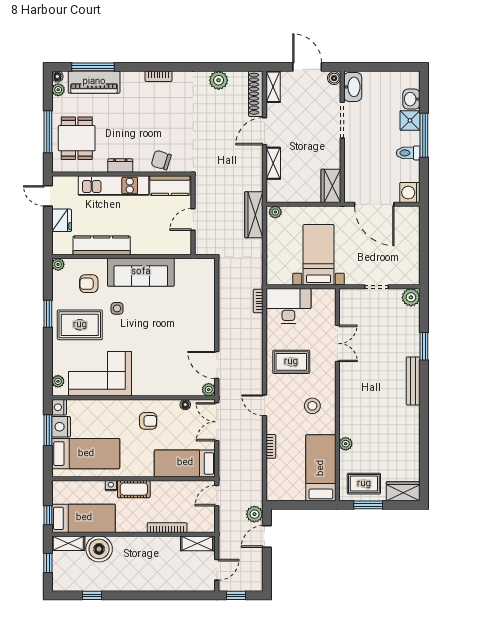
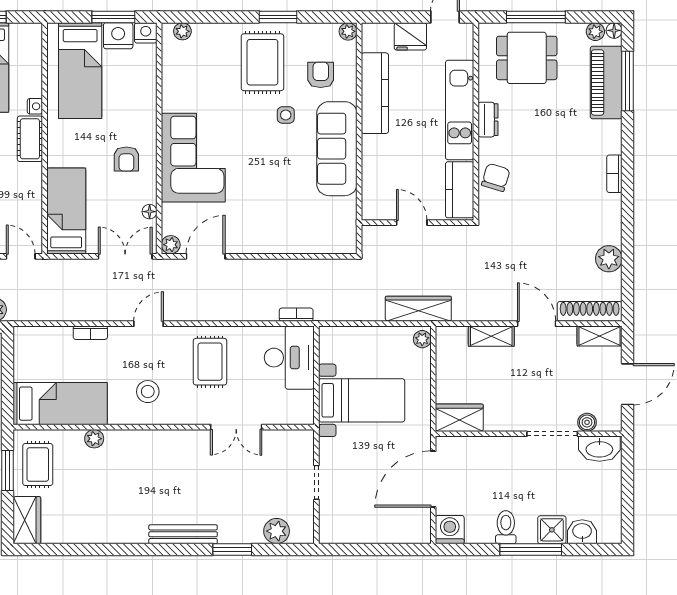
boiler: (334, 78) -> (587, 422), moved
plant: (411, 297) -> (277, 531), moved
corner sofa: (100, 374) -> (193, 158), moved

